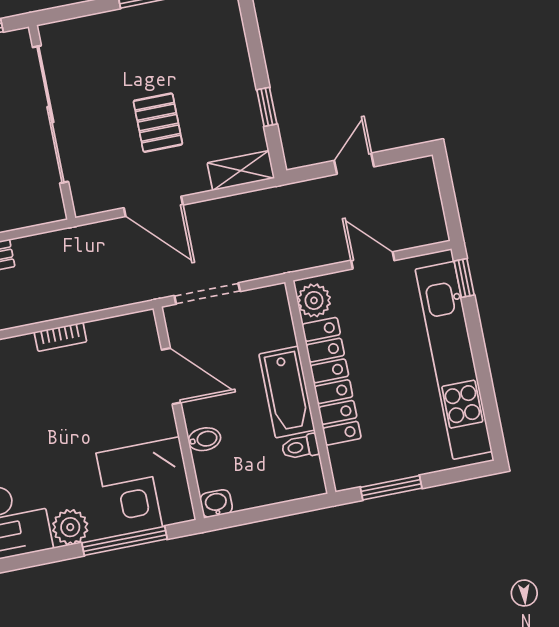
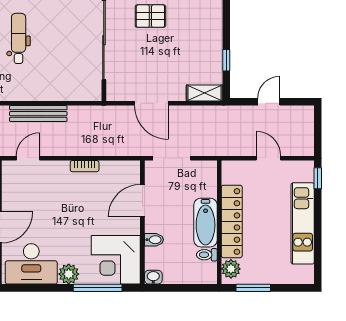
pallet: (158, 123) -> (150, 16), moved, turned 90
plant: (314, 300) -> (231, 269), moved
kitchen unit: (454, 360) -> (303, 223), width x0.73
door: (171, 376) -> (142, 201), swing flipped

